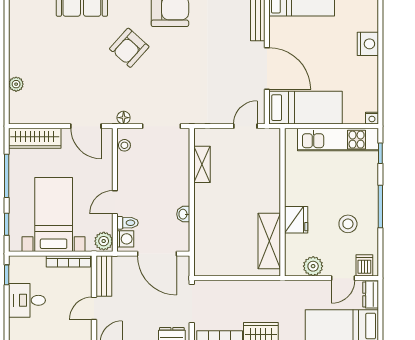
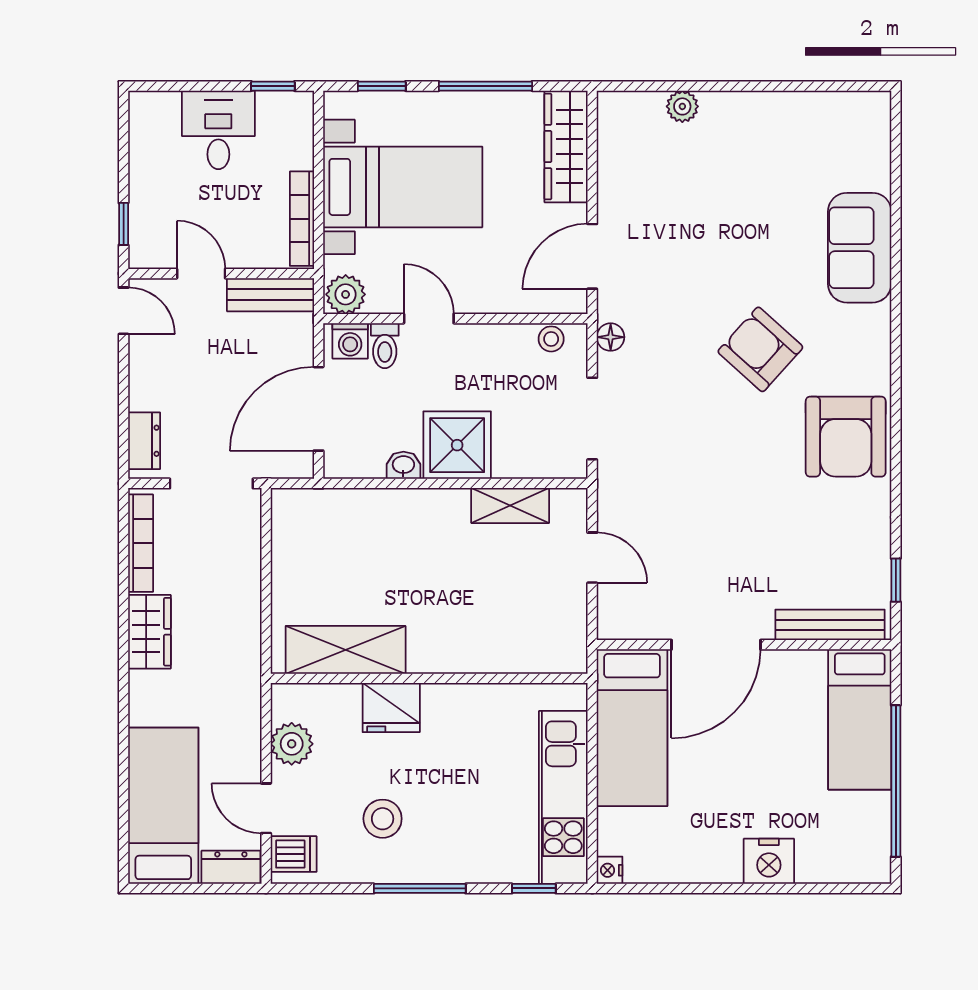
door: (245, 126) -> (592, 558), moved
shower: (174, 189) -> (457, 445), added

